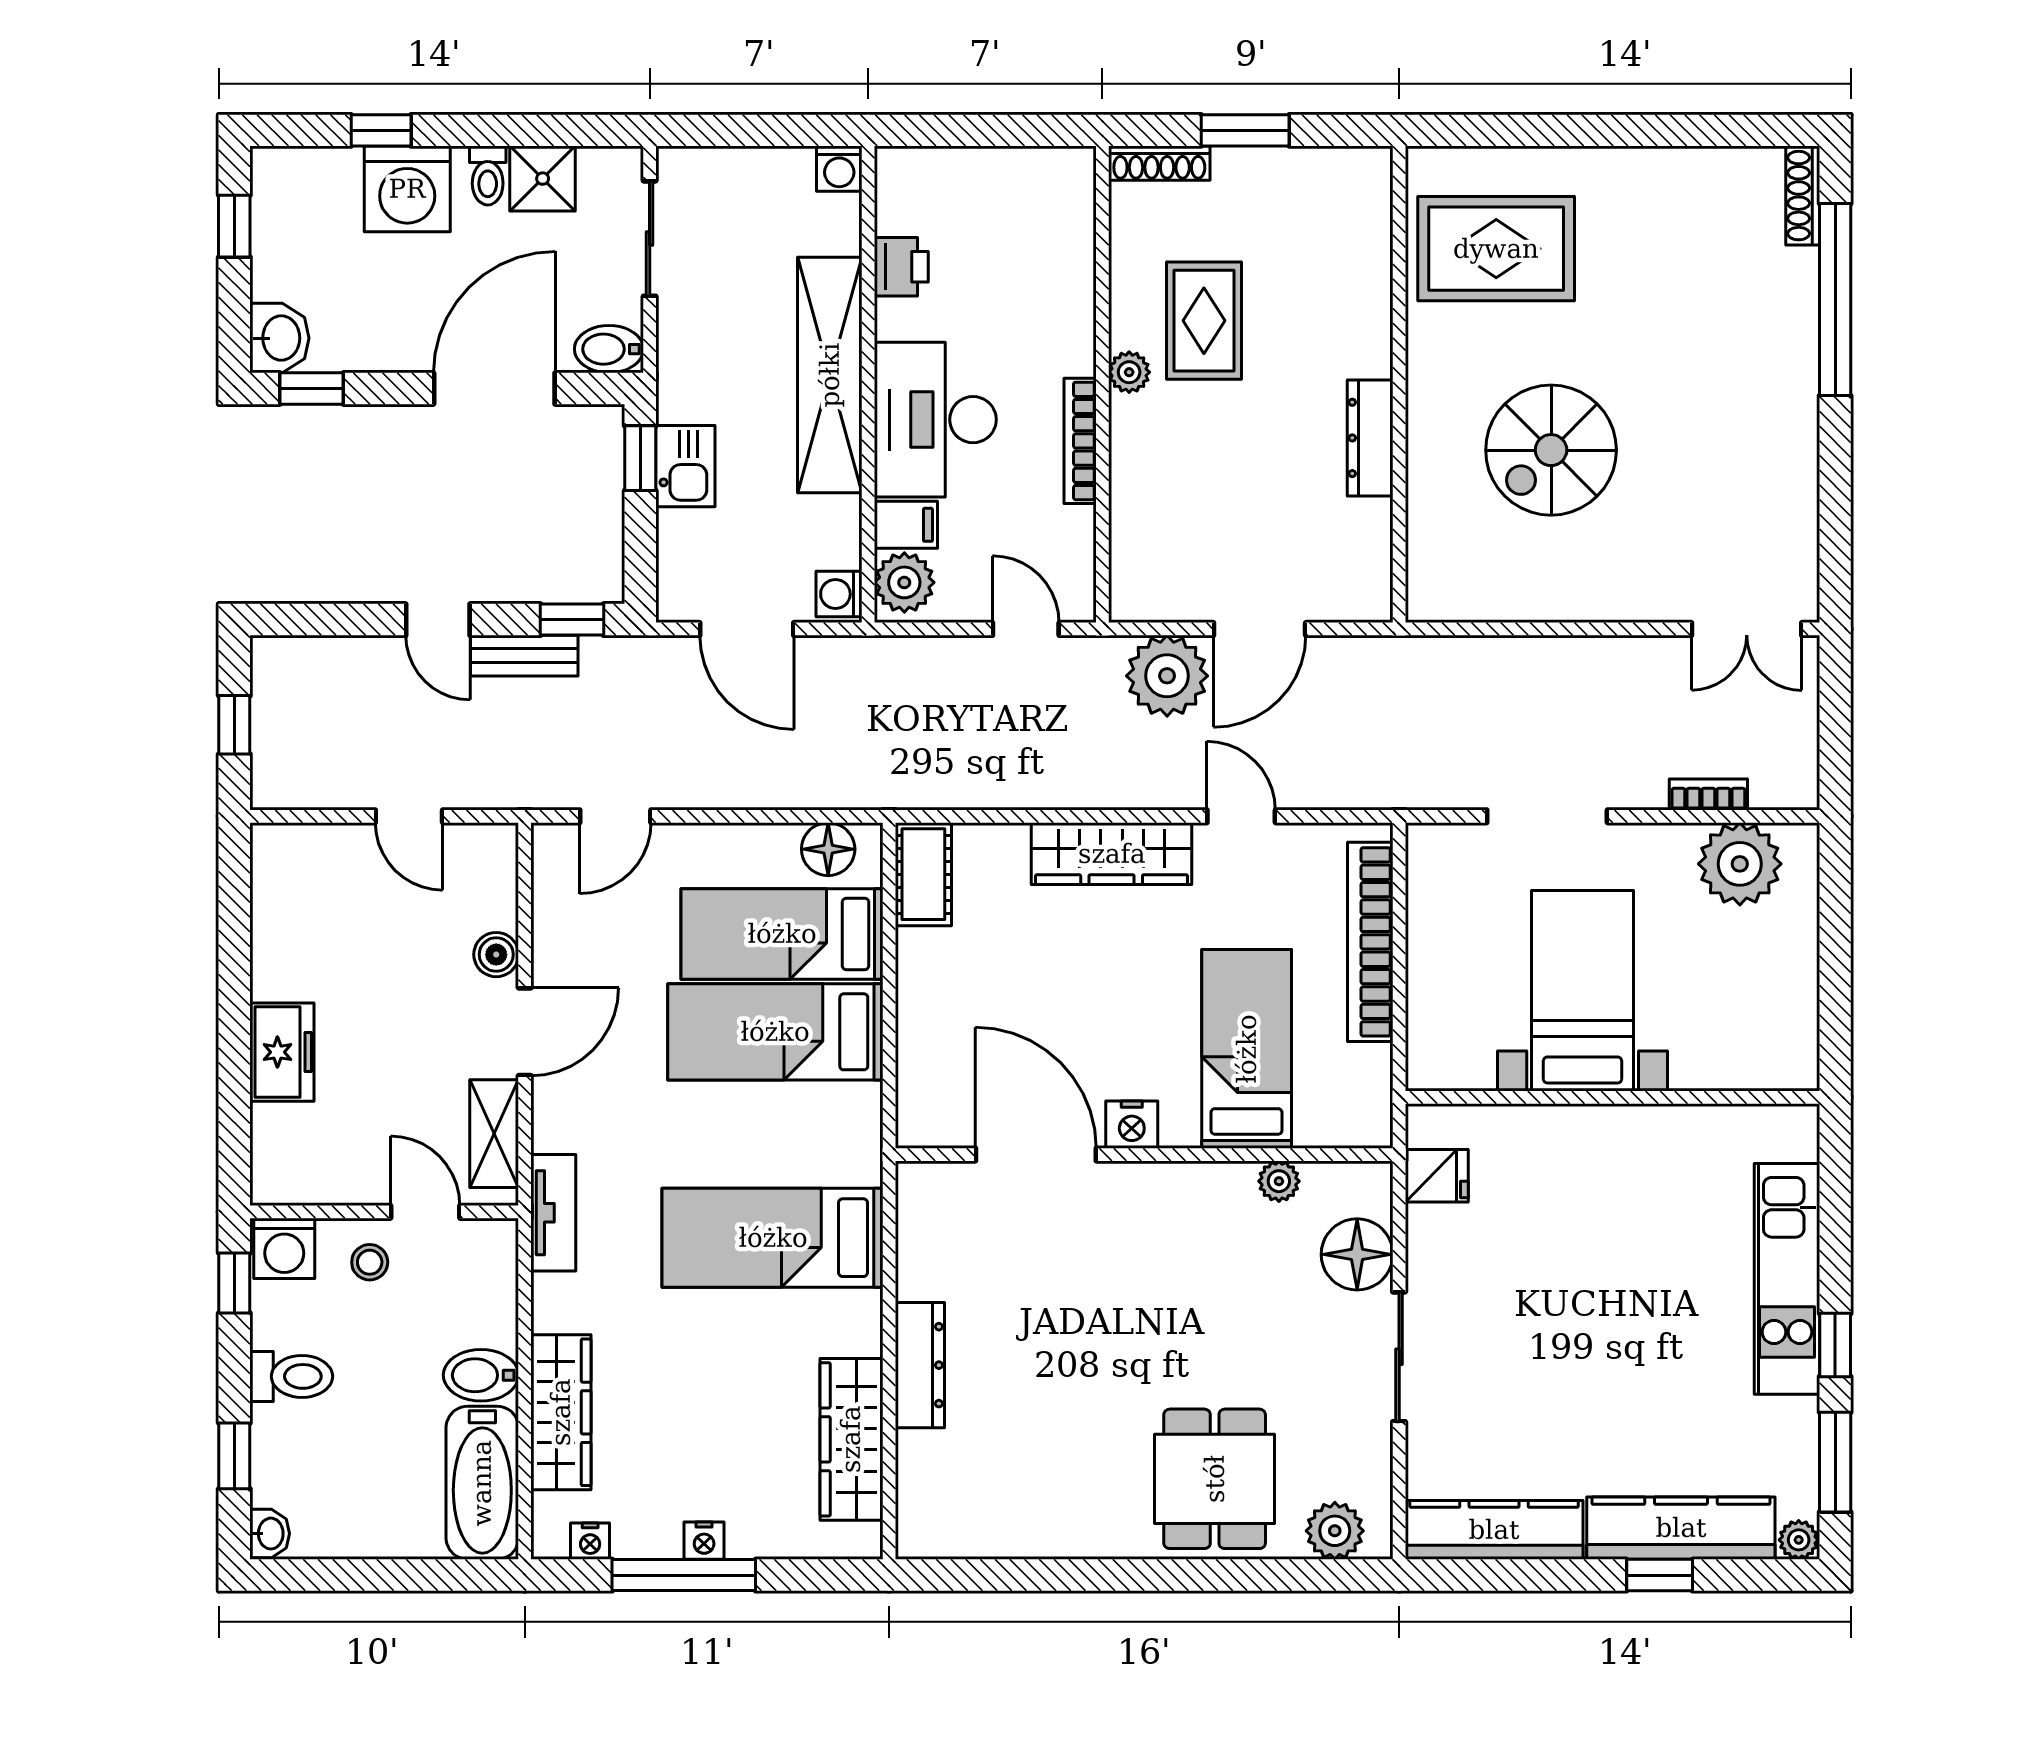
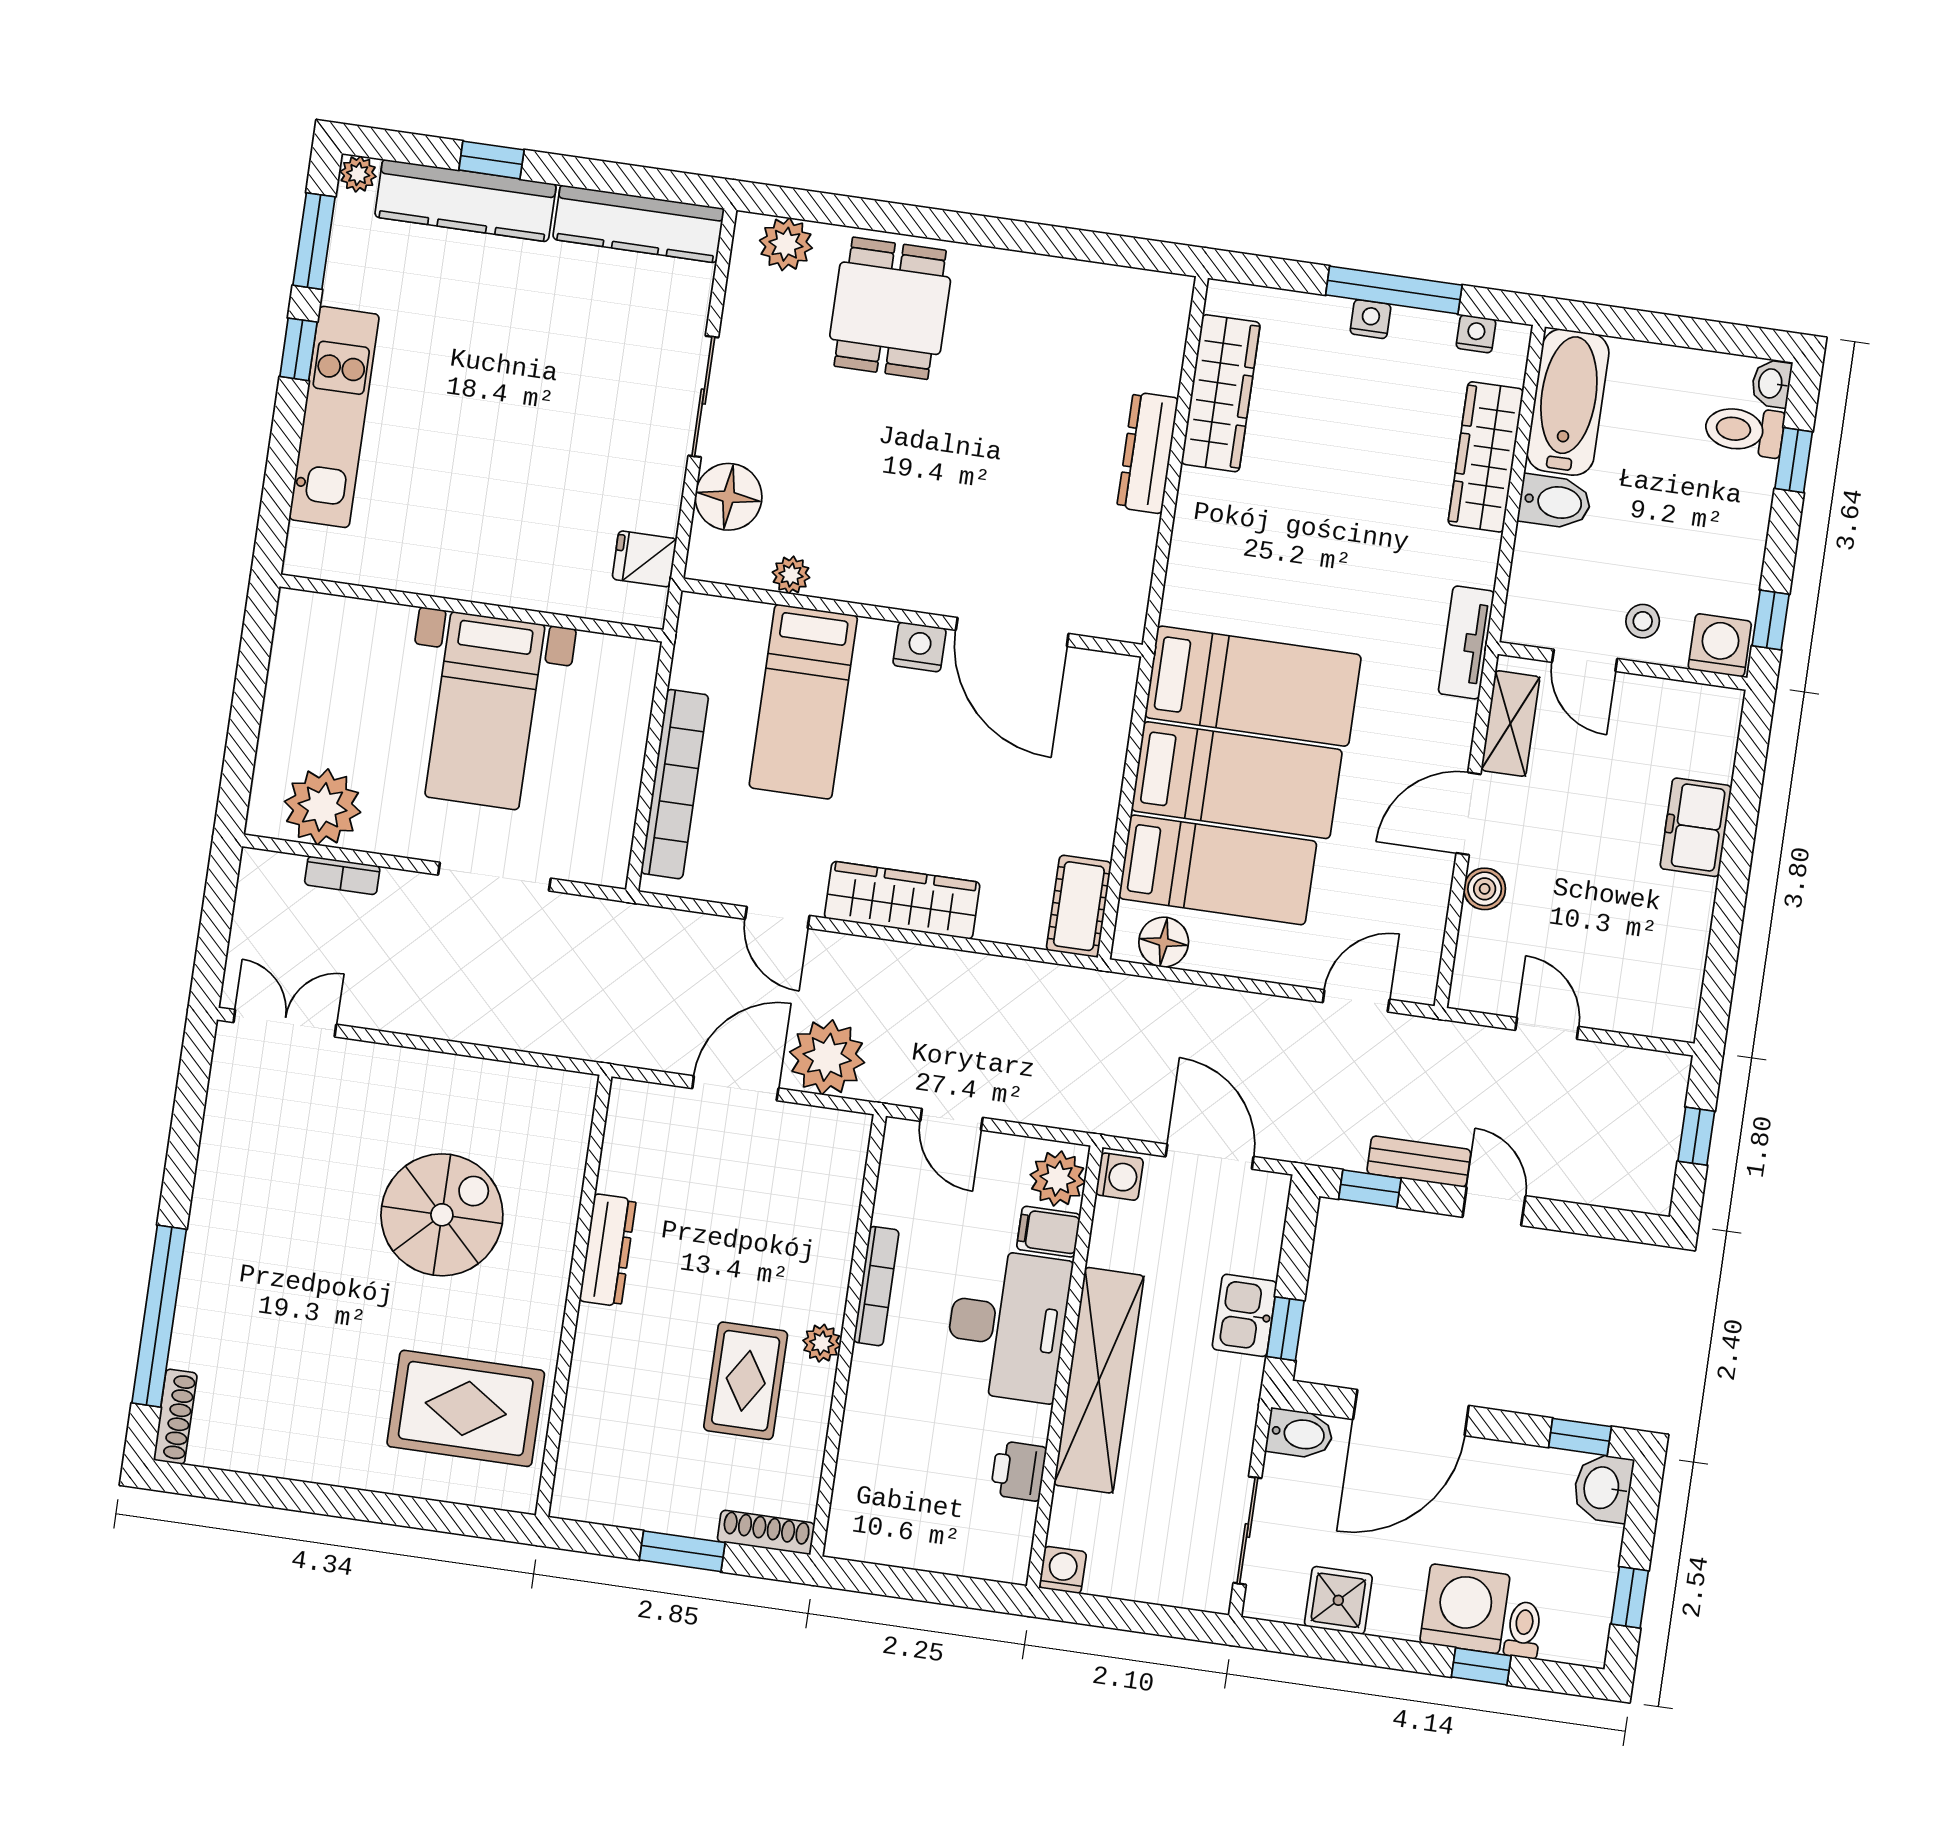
toilet: (488, 176) -> (1523, 1630), moved
bed: (773, 1238) -> (1253, 686), moved
toilet: (291, 1376) -> (1744, 430), moved

